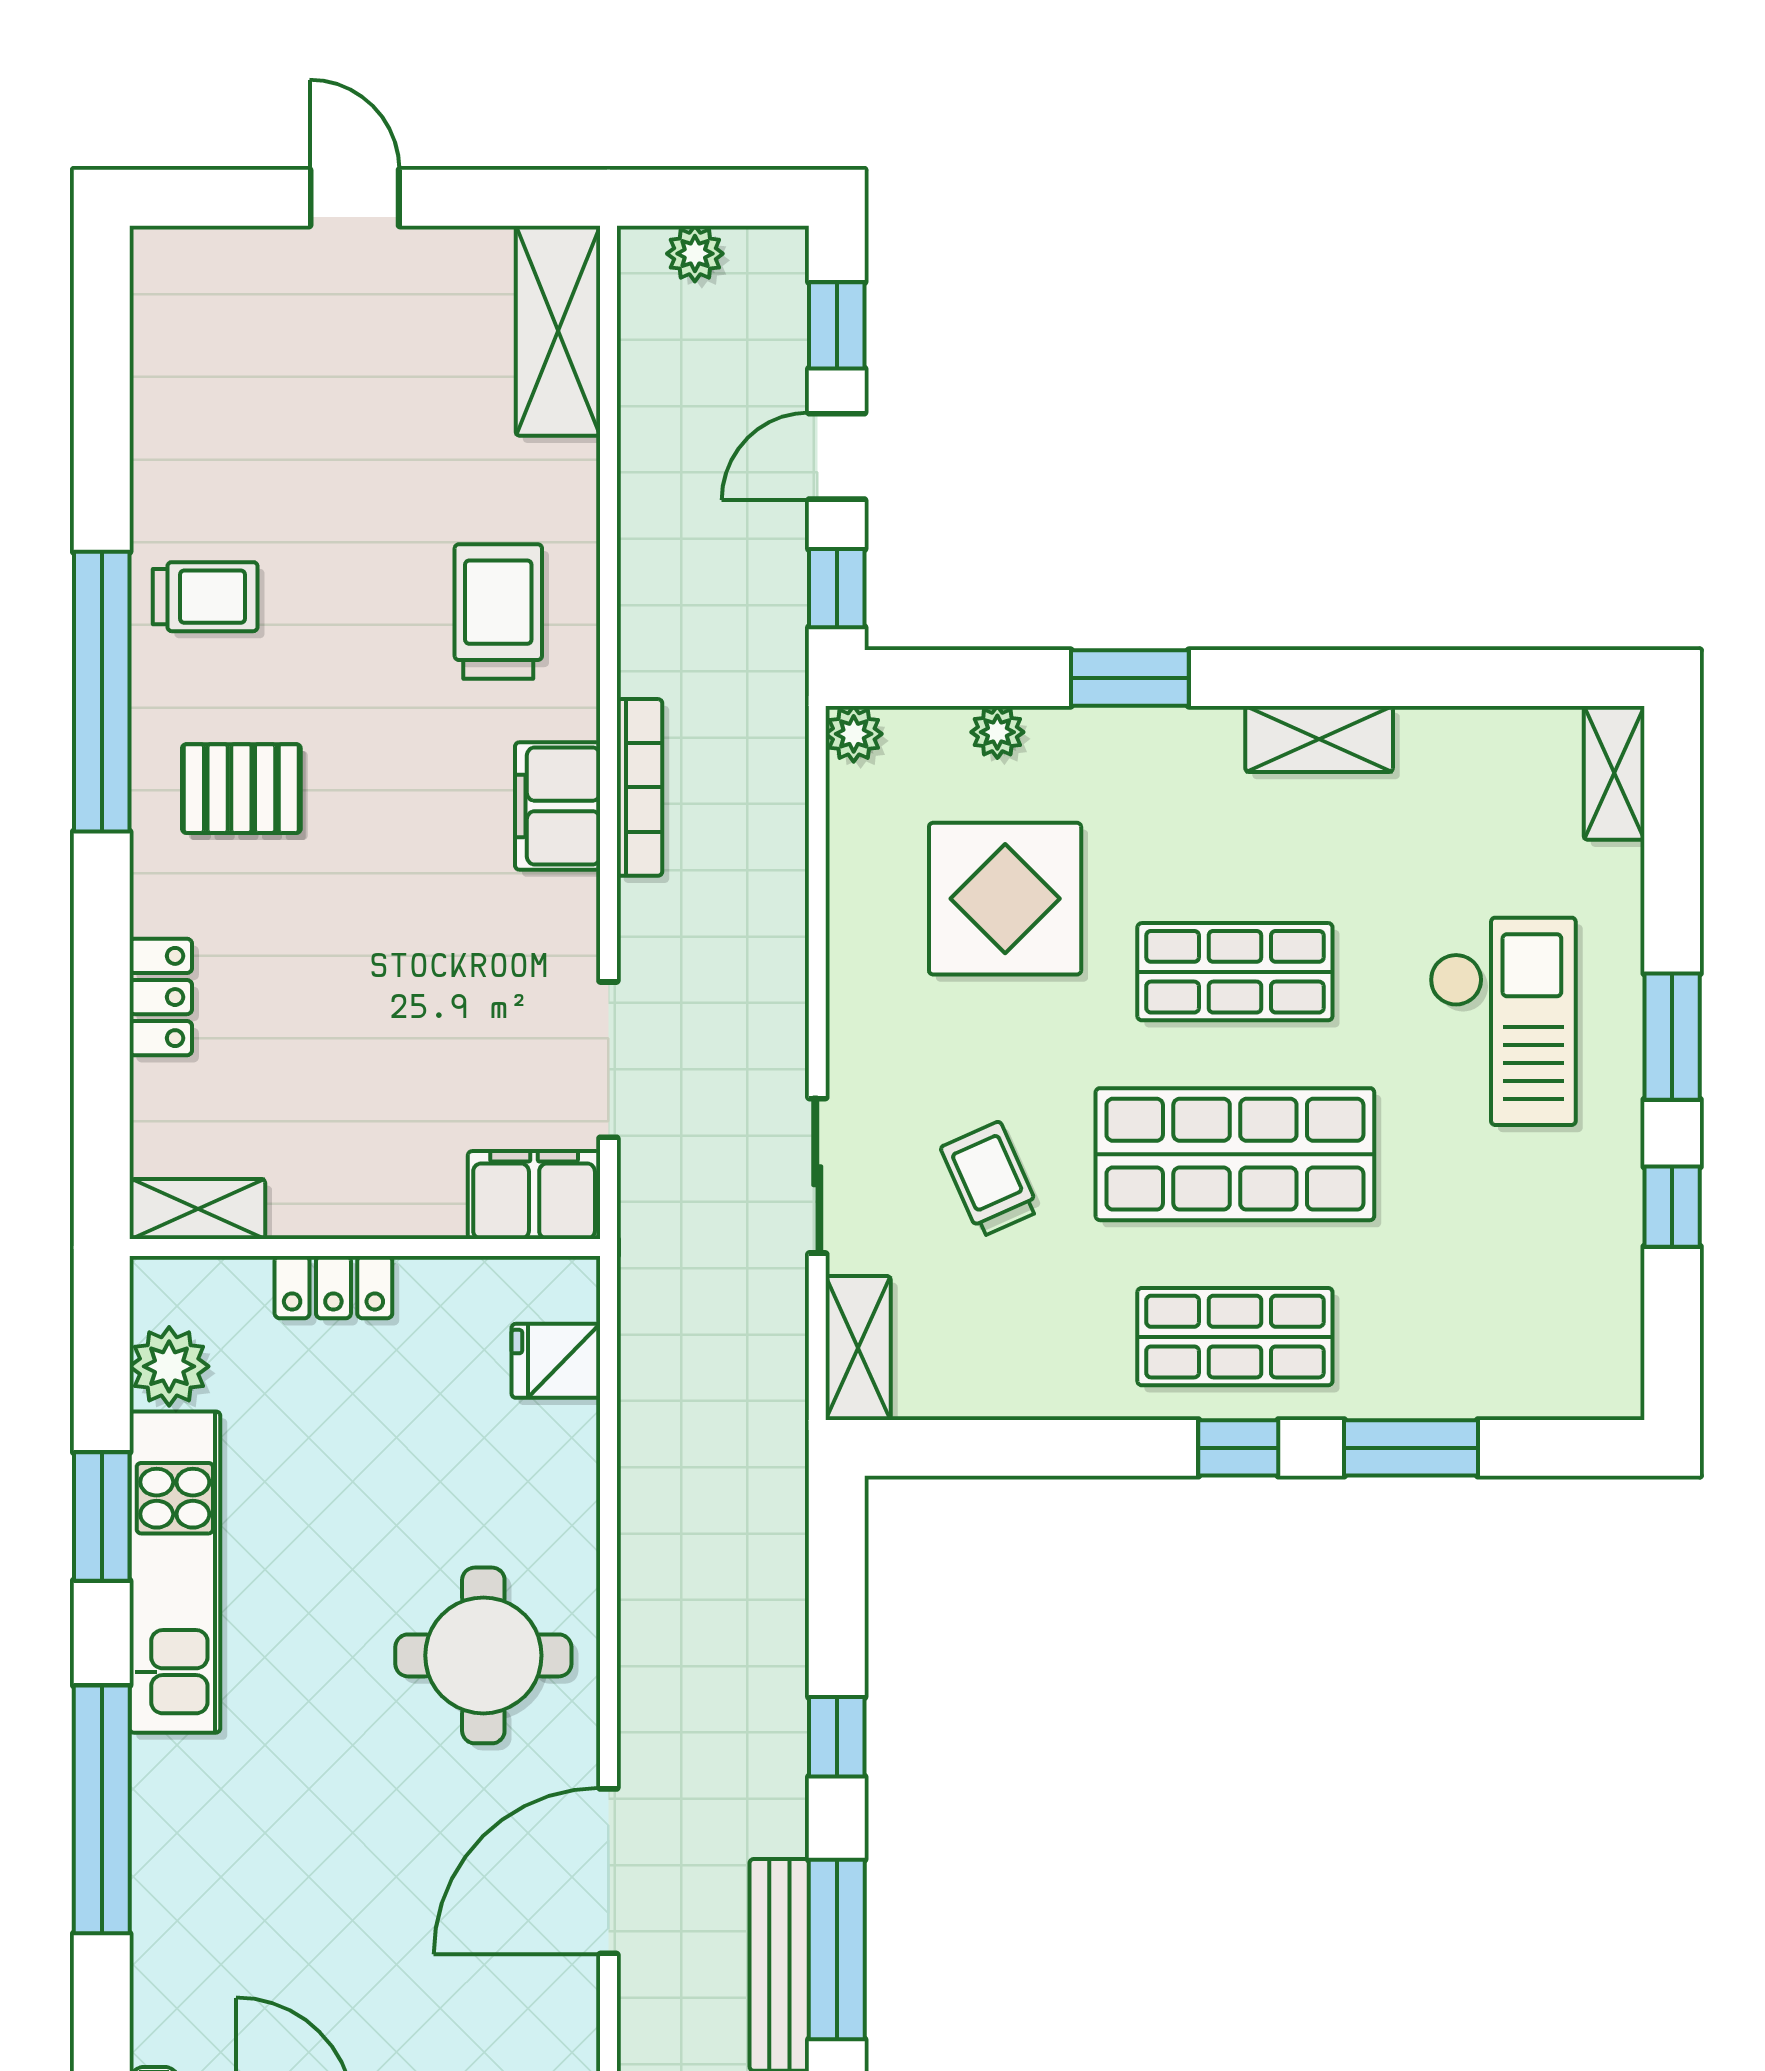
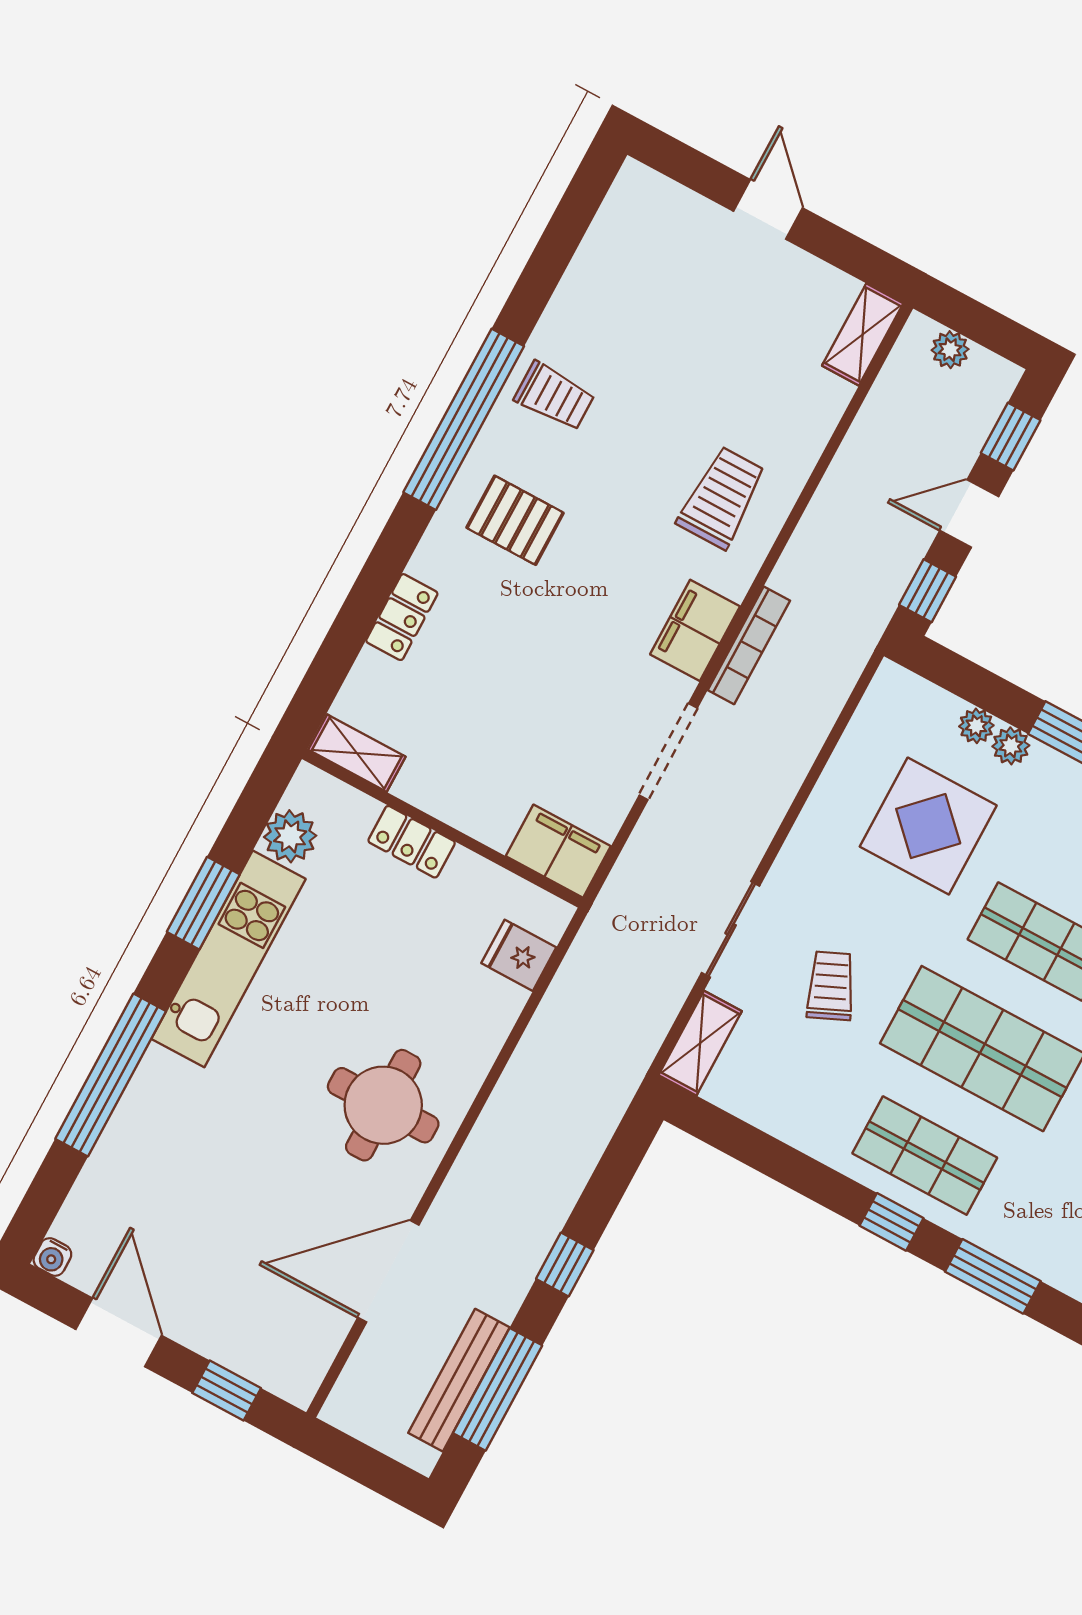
shelving: (558, 331) -> (863, 334), width x0.67, depth x0.75
plant: (854, 734) -> (1011, 746), moved
doorway: (608, 1060) -> (668, 752), moved

